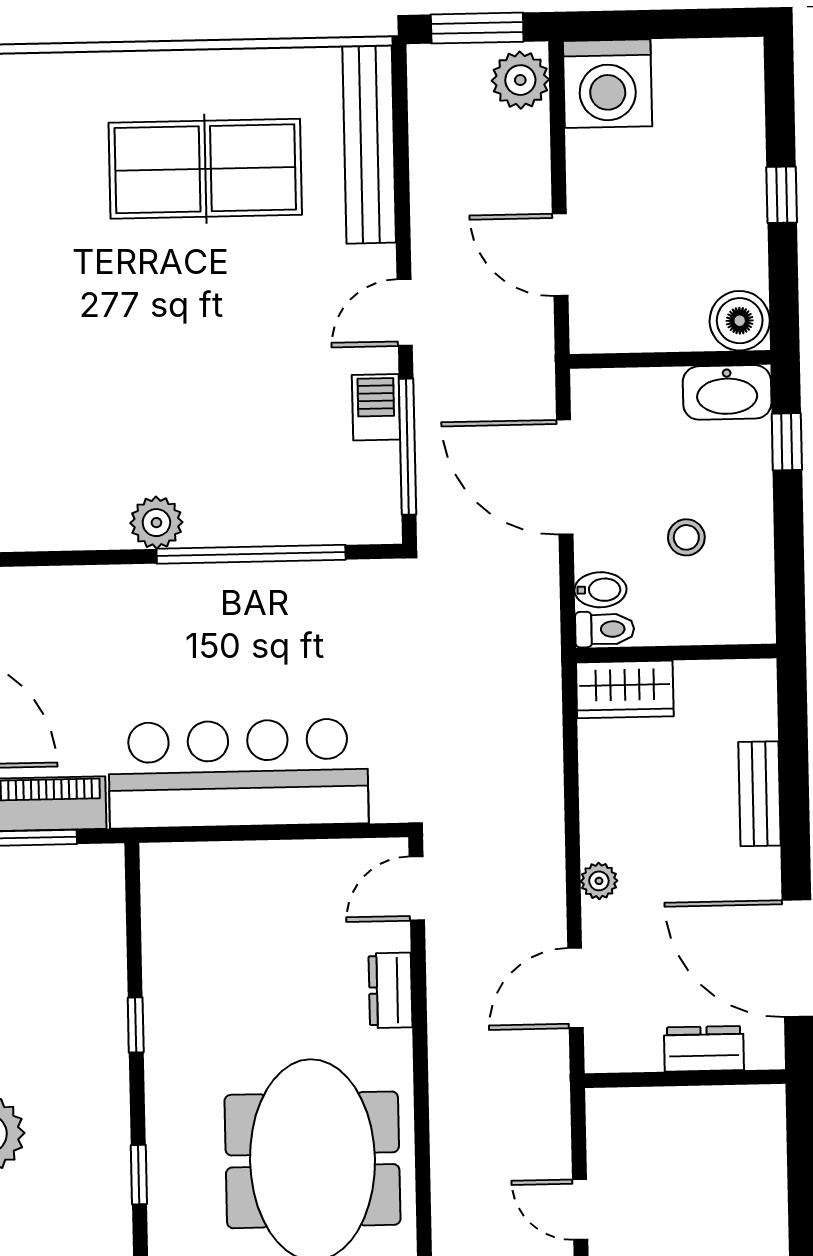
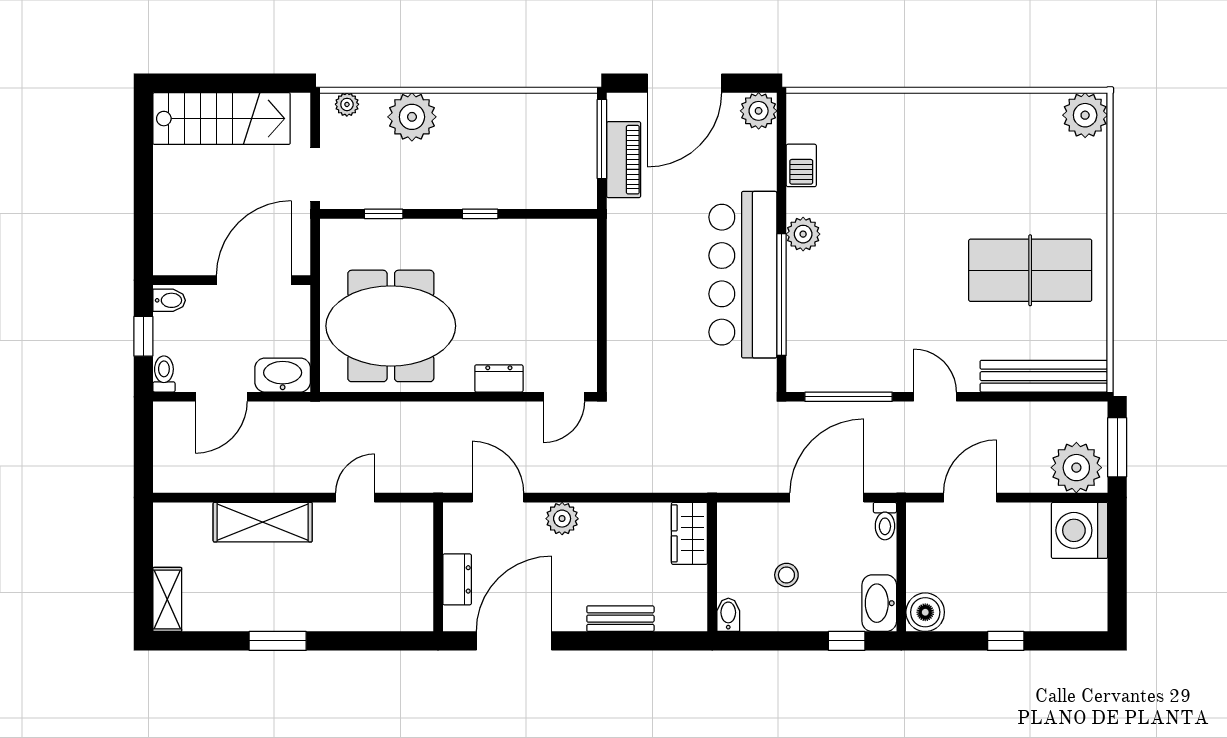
plant: (520, 80) -> (1076, 468), width x1.36, depth x1.36
table tennis table: (205, 169) -> (1030, 270), turned 90
barbecue: (376, 407) -> (801, 165), moved, turned 90
bidet: (600, 590) -> (728, 615), moved, turned 180
toilet: (605, 629) -> (885, 521), moved
bar counter: (238, 773) -> (743, 275), moved, turned 180
plant: (599, 881) -> (562, 519), width x1.38, depth x1.38
door: (417, 888) -> (564, 397), swing flipped

